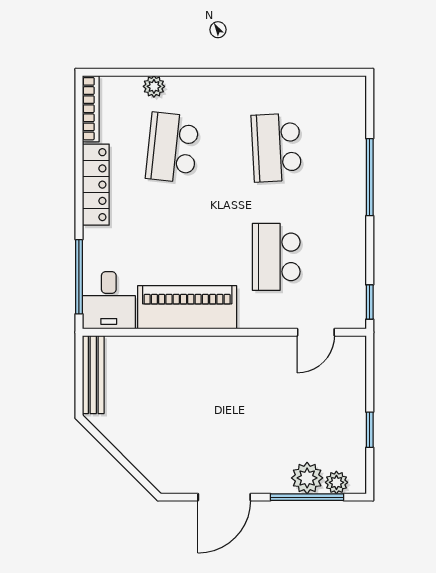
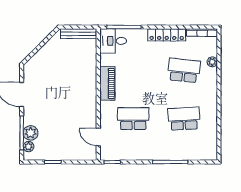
piano: (187, 307) -> (107, 83), width x0.73, depth x0.75

